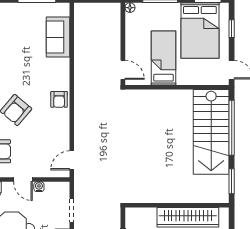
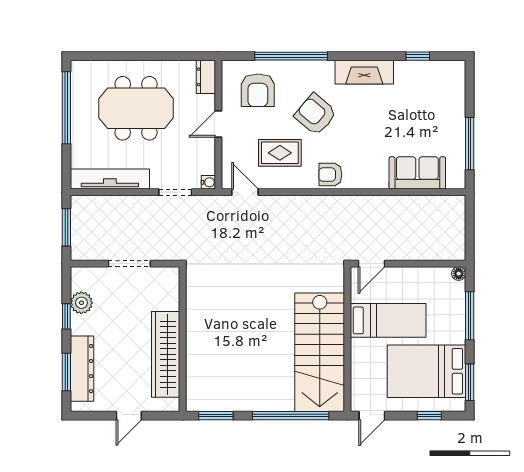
stairs: (211, 132) -> (320, 352), moved, turned -90
rug: (43, 136) -> (280, 153), added
water cooler: (39, 187) -> (208, 182), moved

